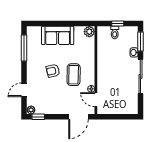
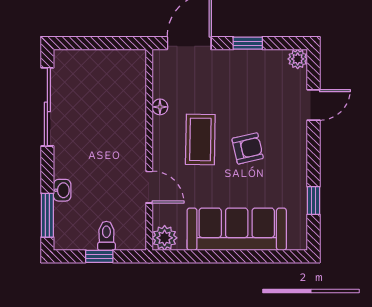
sofa: (58, 35) -> (237, 229), width x1.36
window: (24, 48) -> (314, 201), width x0.46
sliding door: (140, 76) -> (47, 107), moved
door: (96, 100) -> (149, 187), moved
window: (38, 117) -> (248, 43), moved

